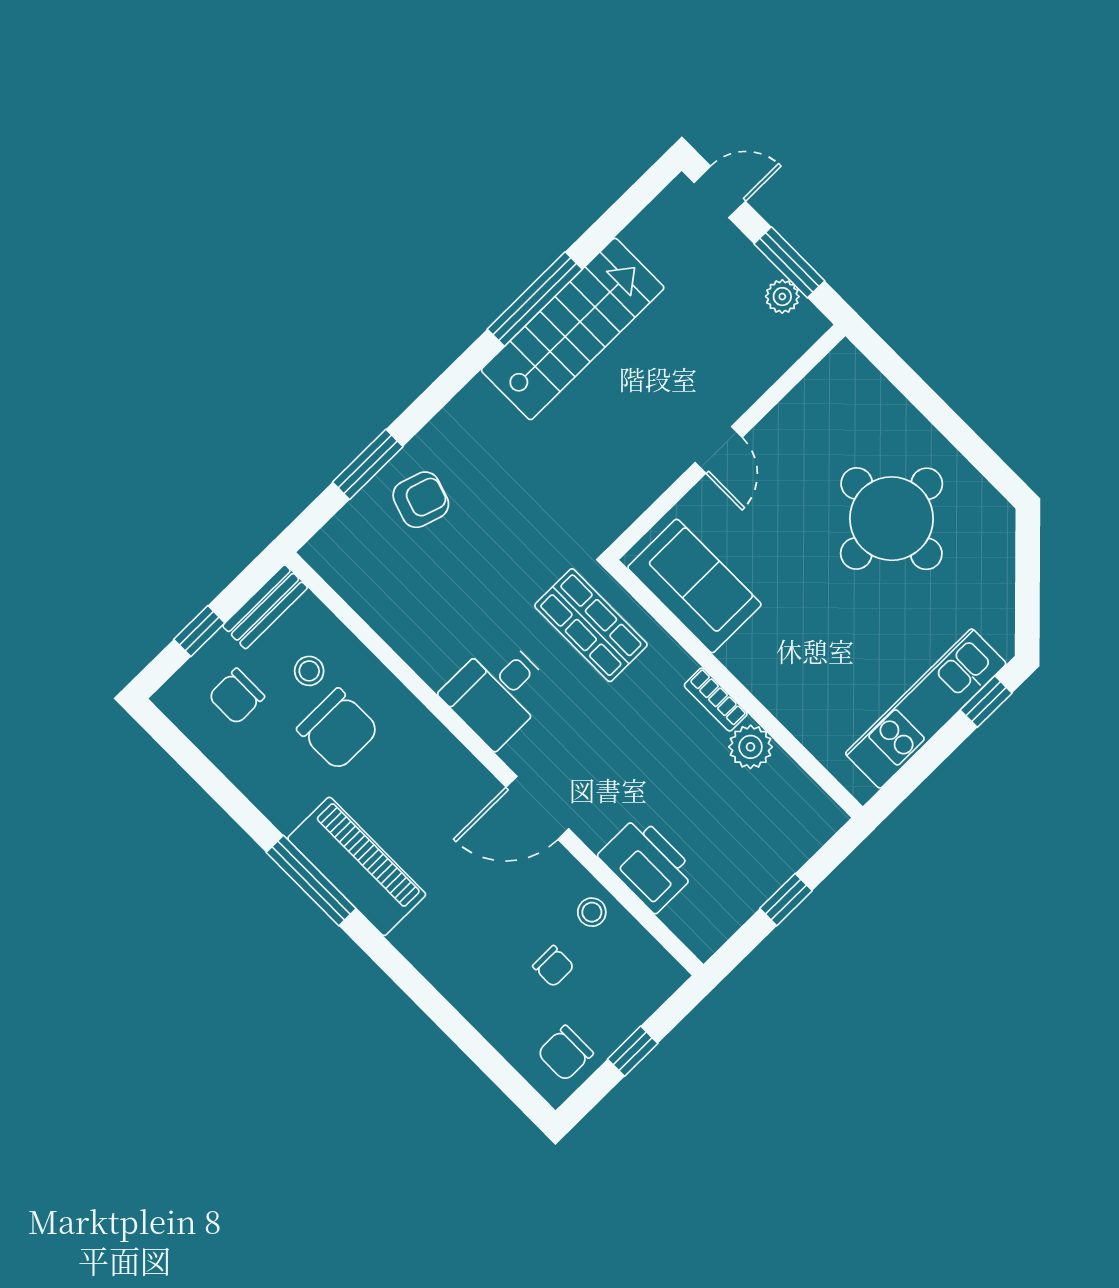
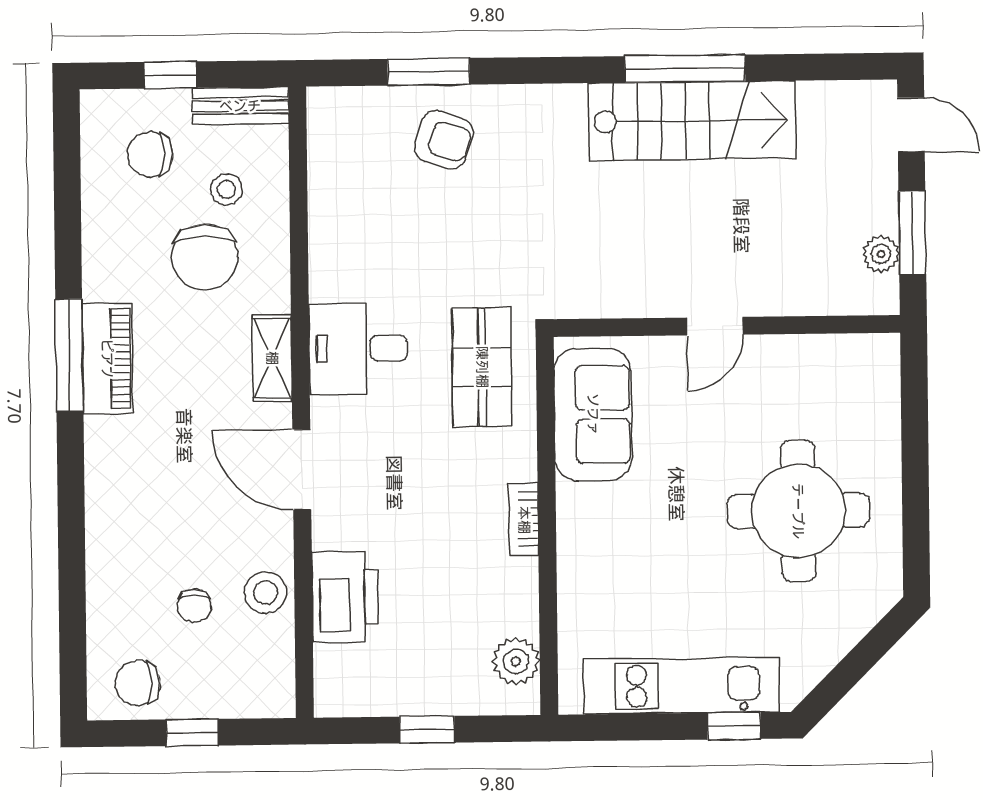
plant: (751, 747) -> (516, 661), moved
shelving: (447, 753) -> (272, 358), added
piano: (357, 866) -> (107, 359), width x0.73, depth x0.75
stool: (592, 912) -> (265, 593), width x1.37, depth x1.37

